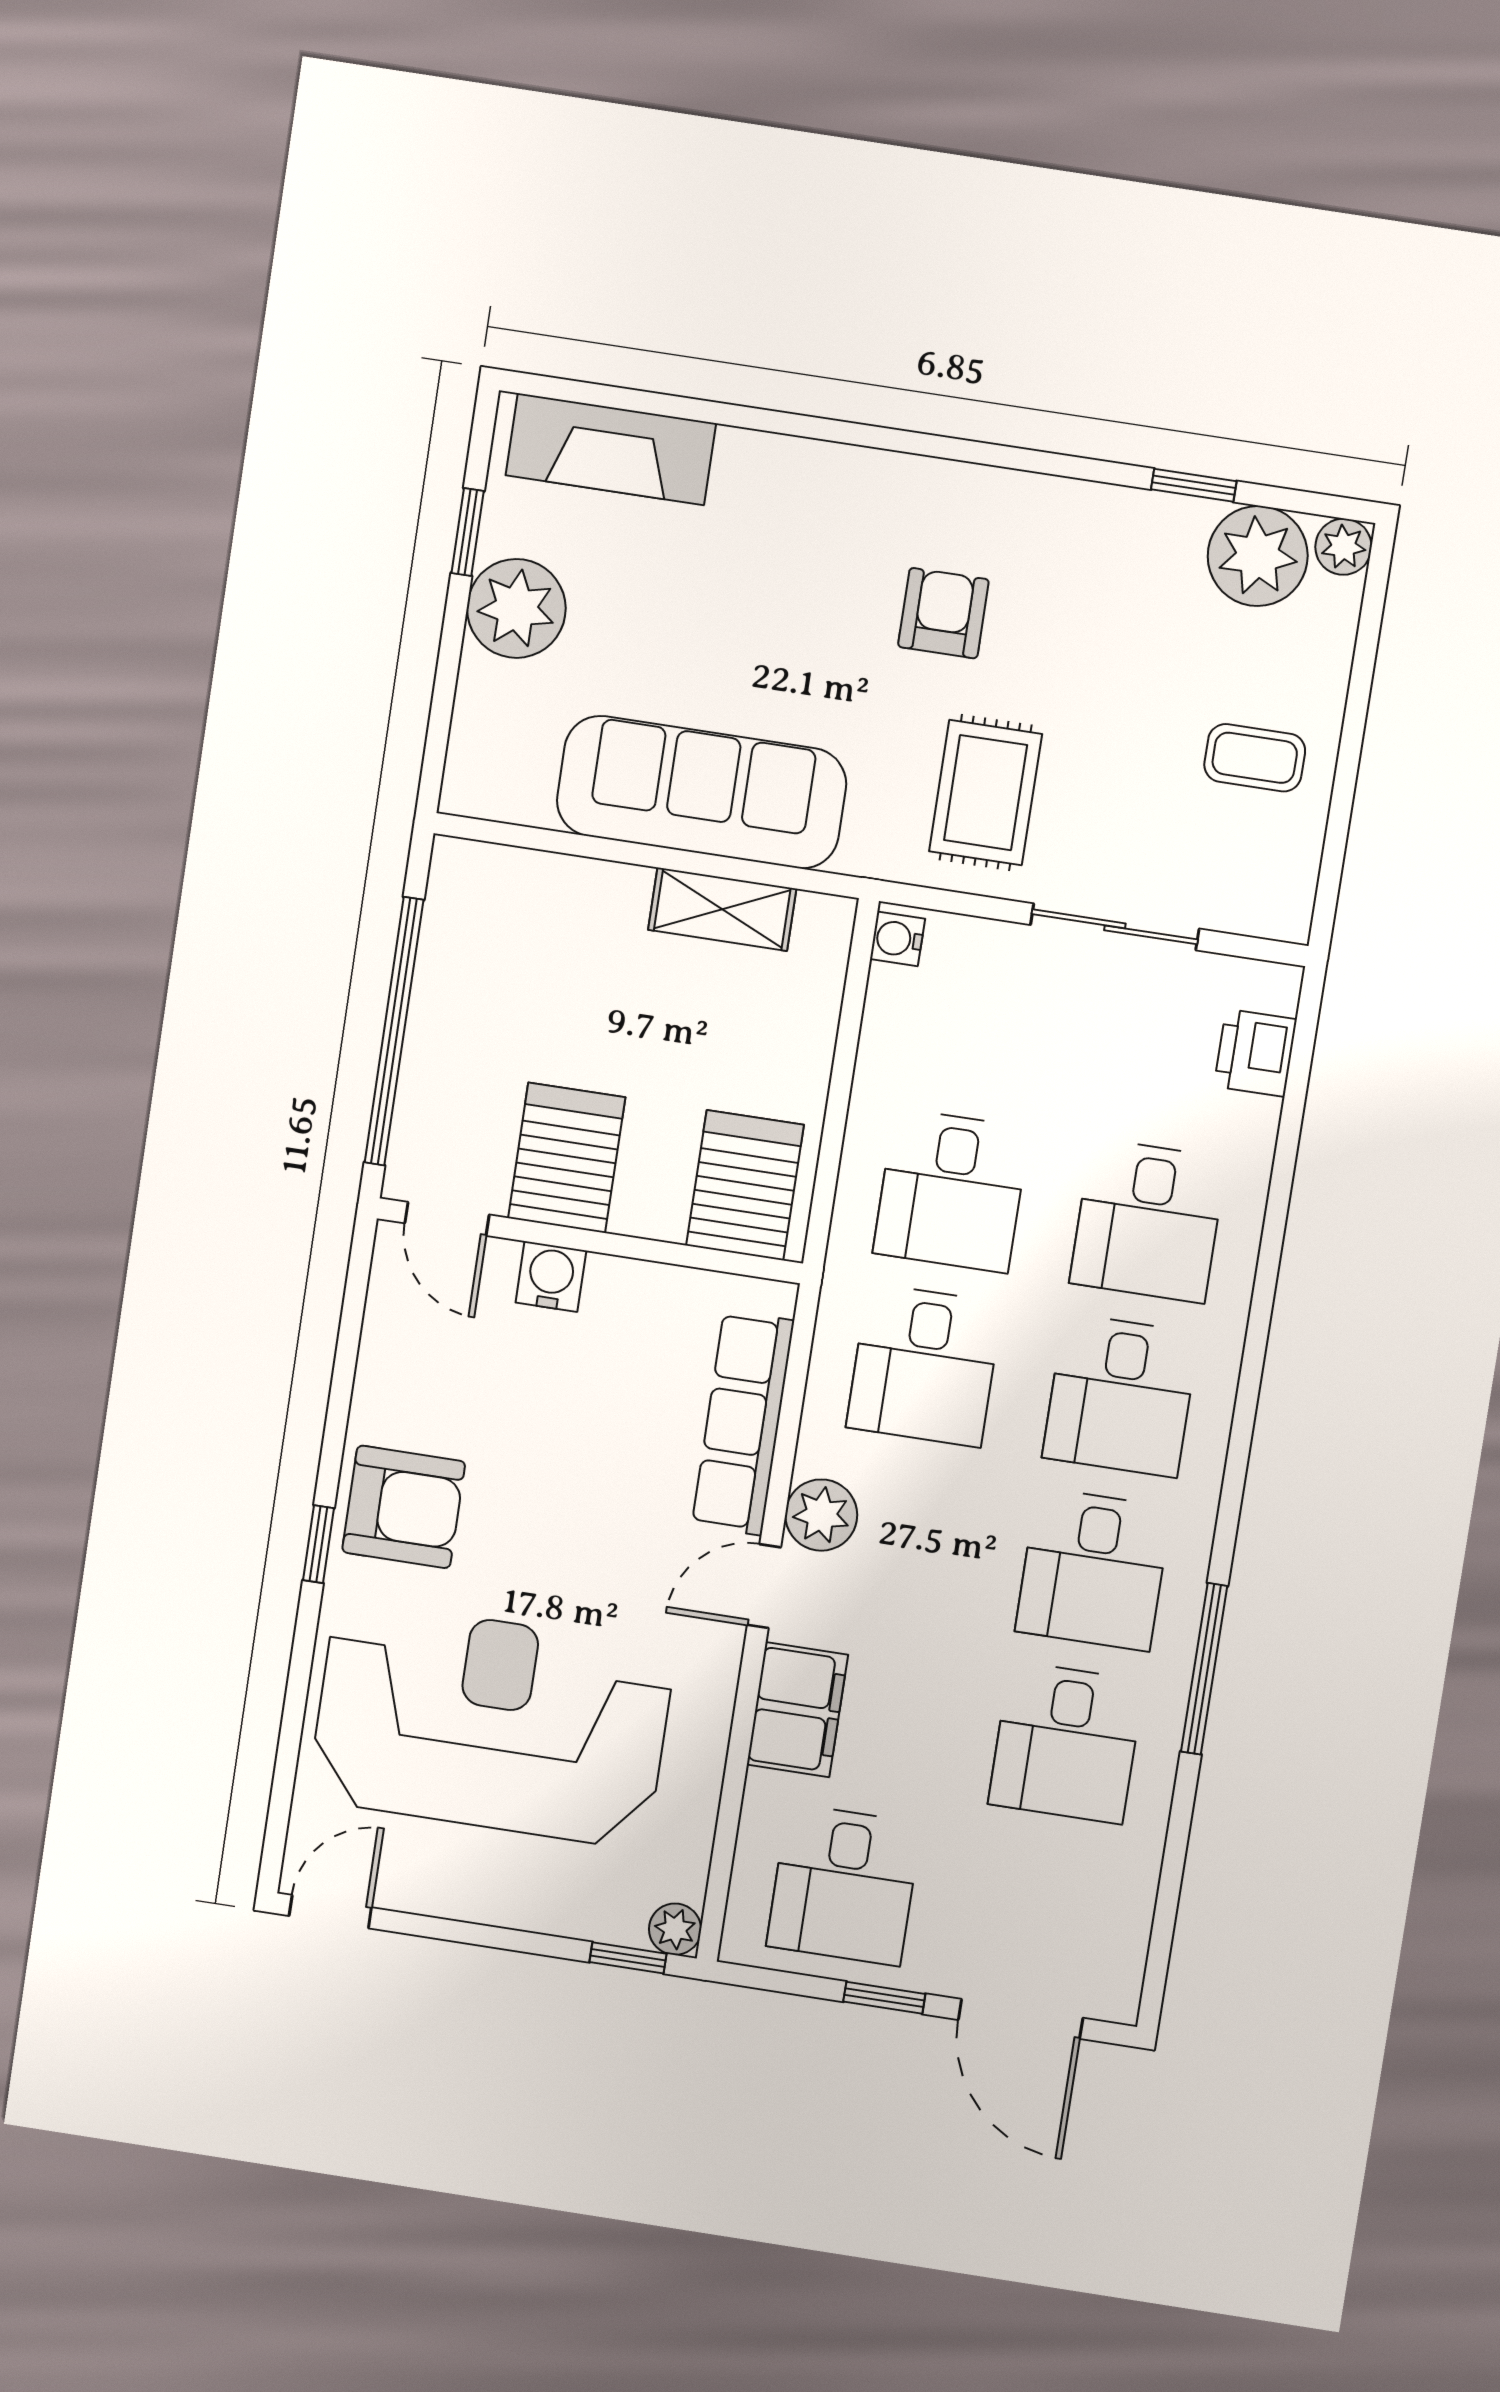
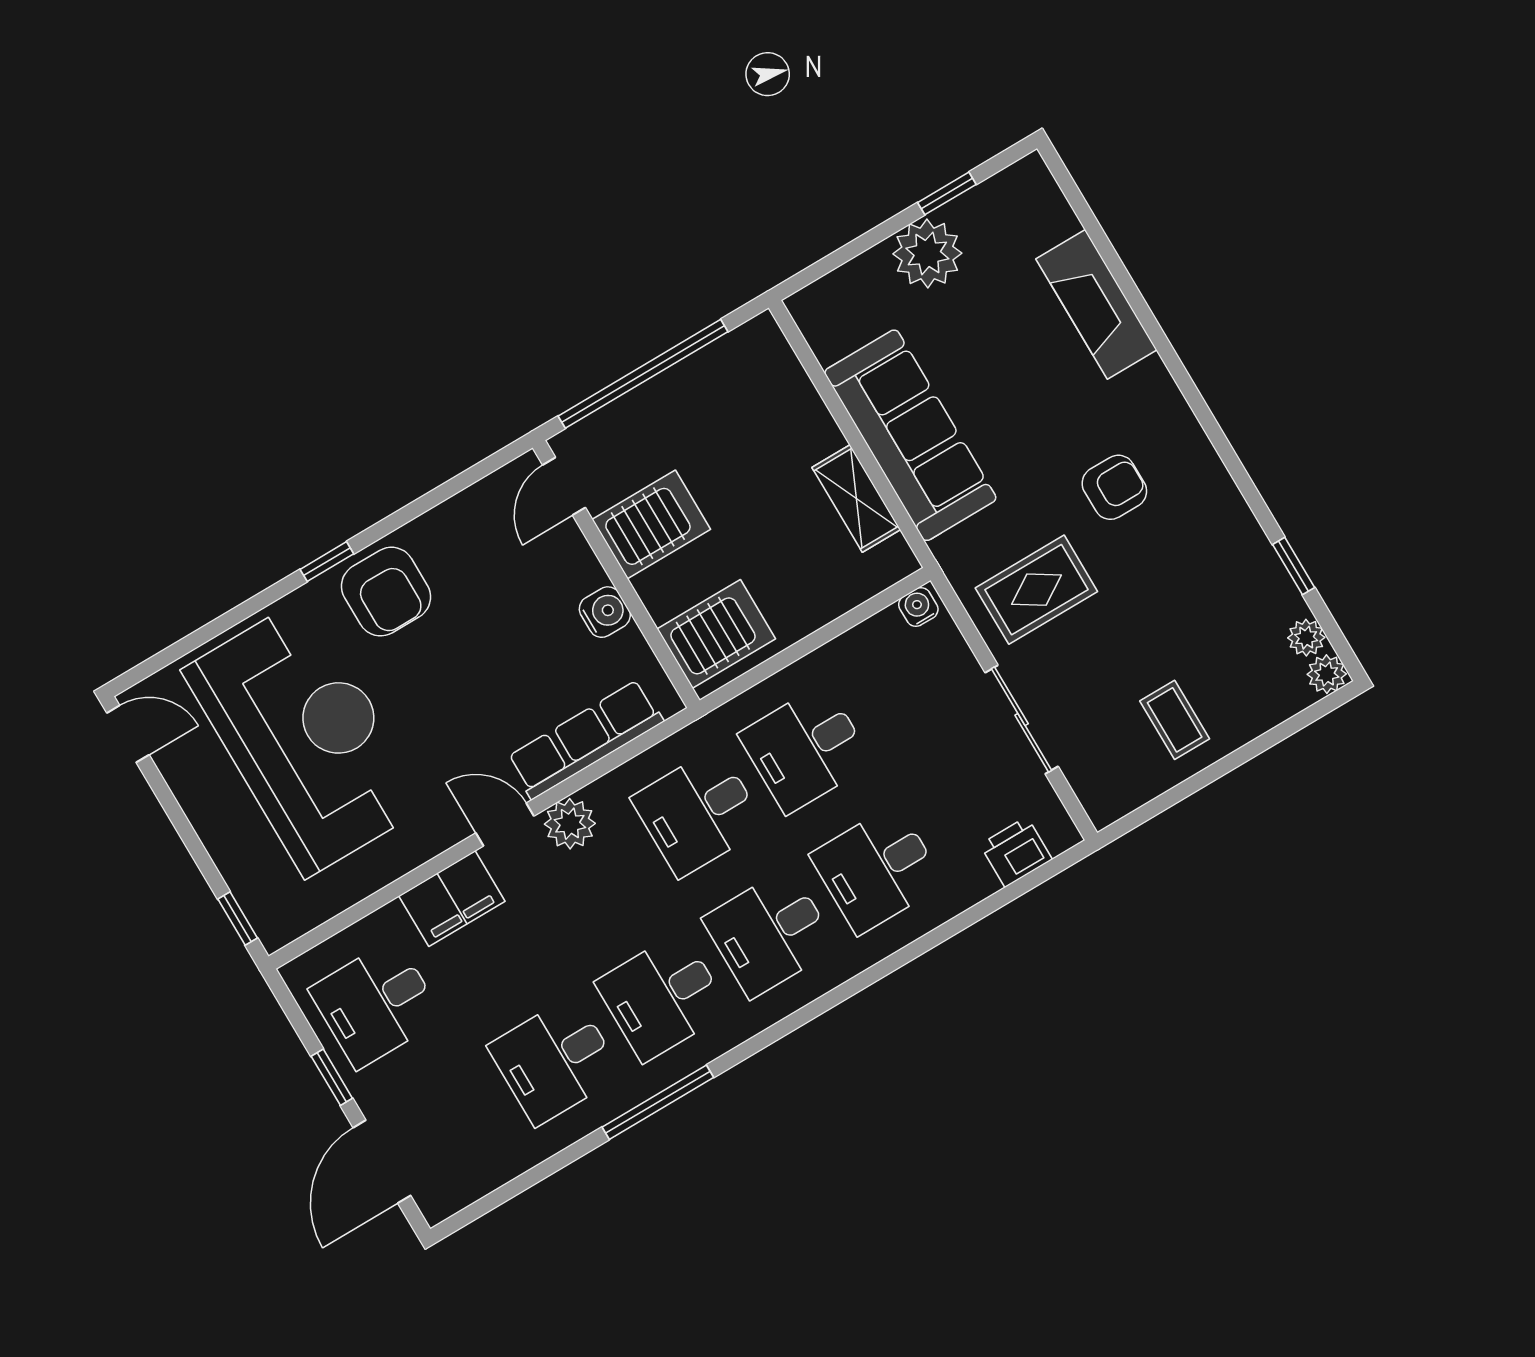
fireplace: (611, 449) -> (1096, 304), moved
plant: (1258, 556) -> (1306, 638), width x0.53, depth x0.53
water cooler: (551, 1277) -> (605, 612), moved
plant: (675, 1929) -> (275, 931), removed

